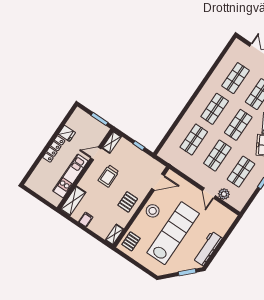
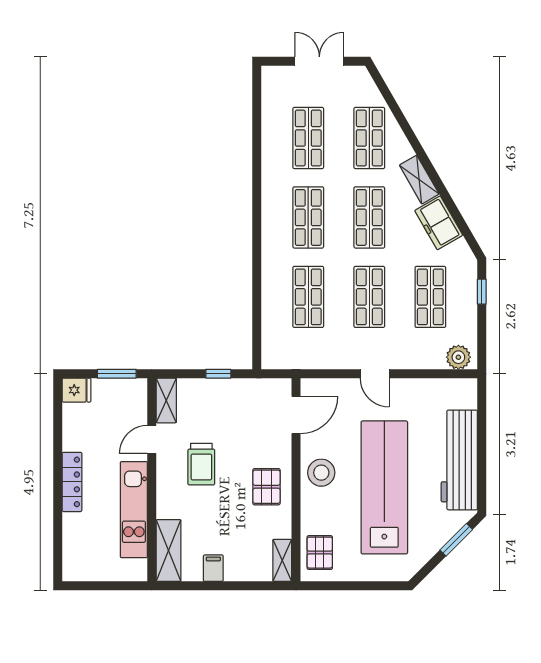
fridge: (67, 133) -> (76, 390), moved
door: (209, 193) -> (375, 374), moved
plant: (224, 194) -> (458, 357), moved
workbench: (208, 249) -> (459, 460), width x1.36, depth x1.32

